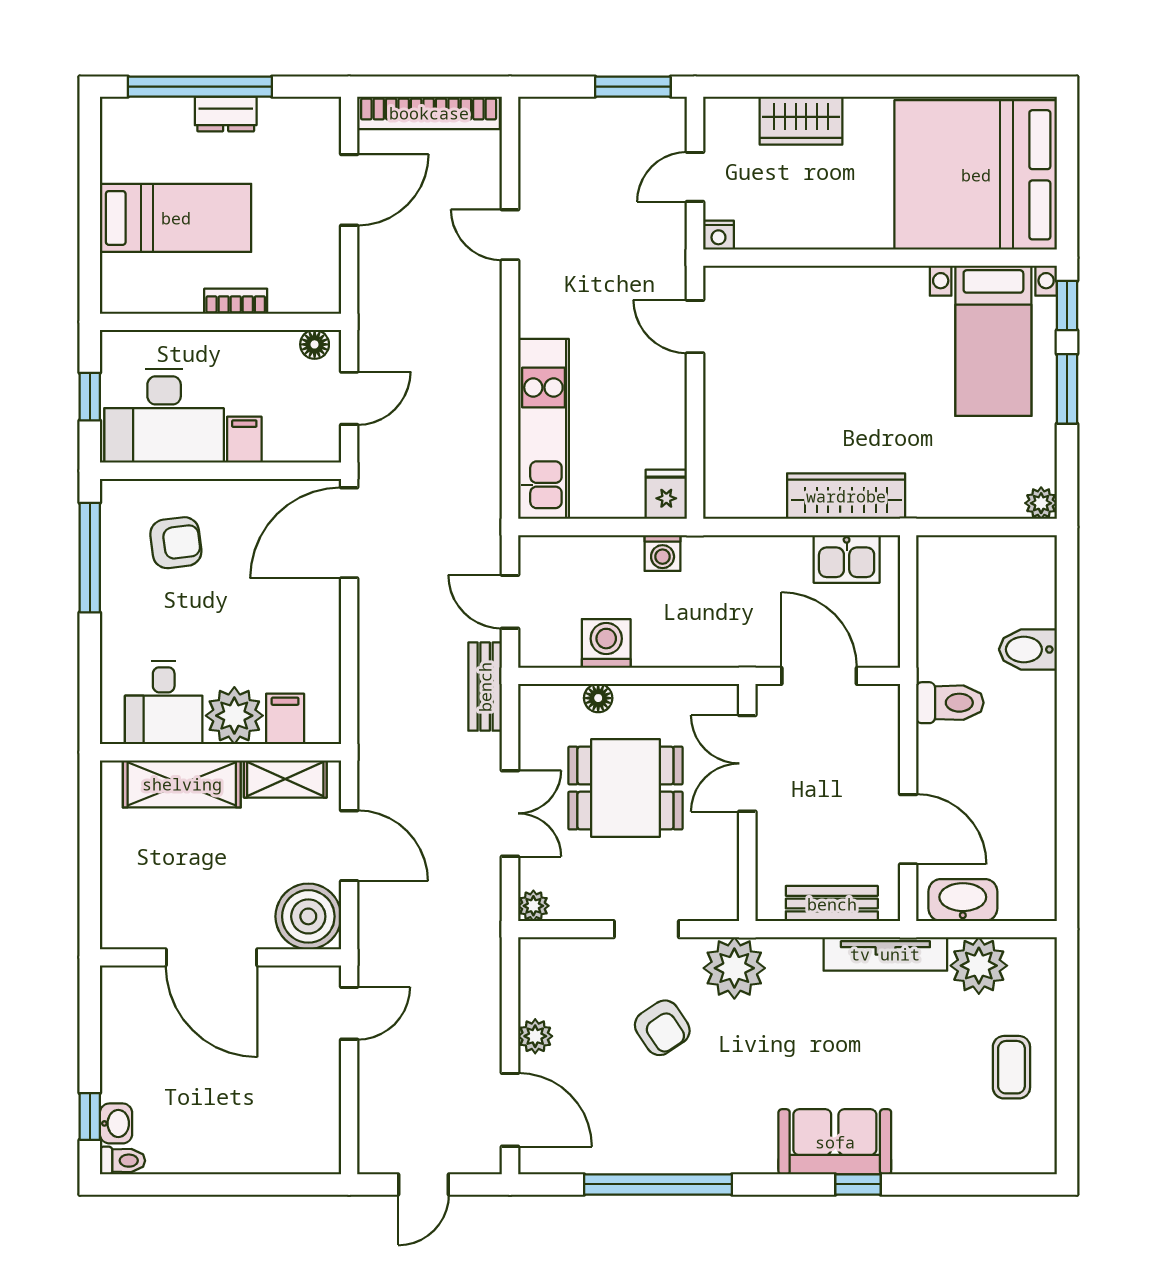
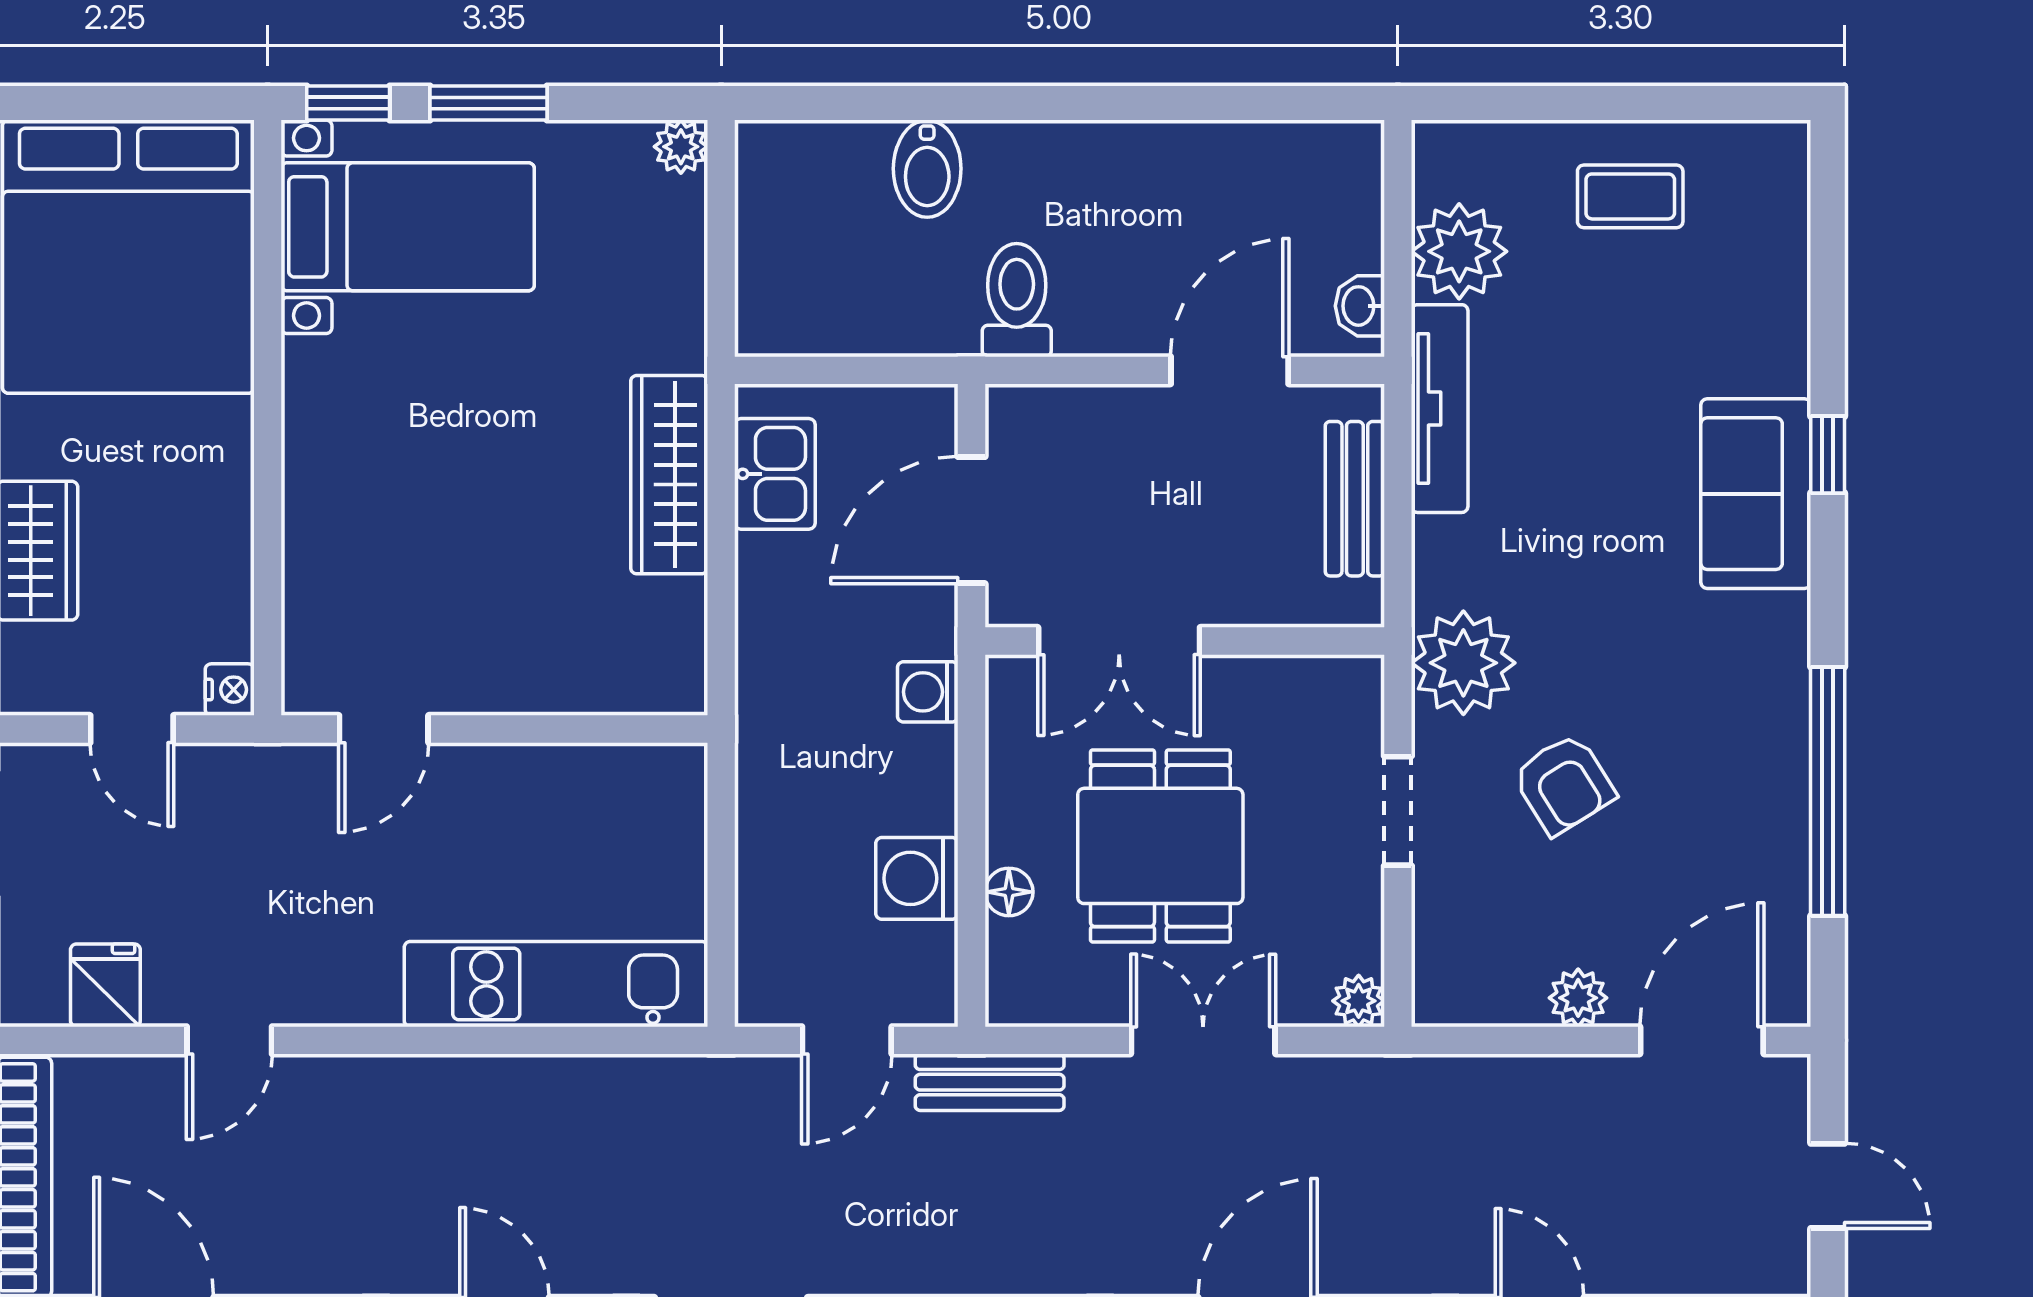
fridge: (666, 494) -> (105, 985), moved, turned 90
washing machine: (663, 553) -> (928, 692), moved, turned 180
washbasin: (963, 900) -> (1360, 306), width x0.52, depth x0.69
armchair: (662, 1028) -> (1564, 784), turned 92

